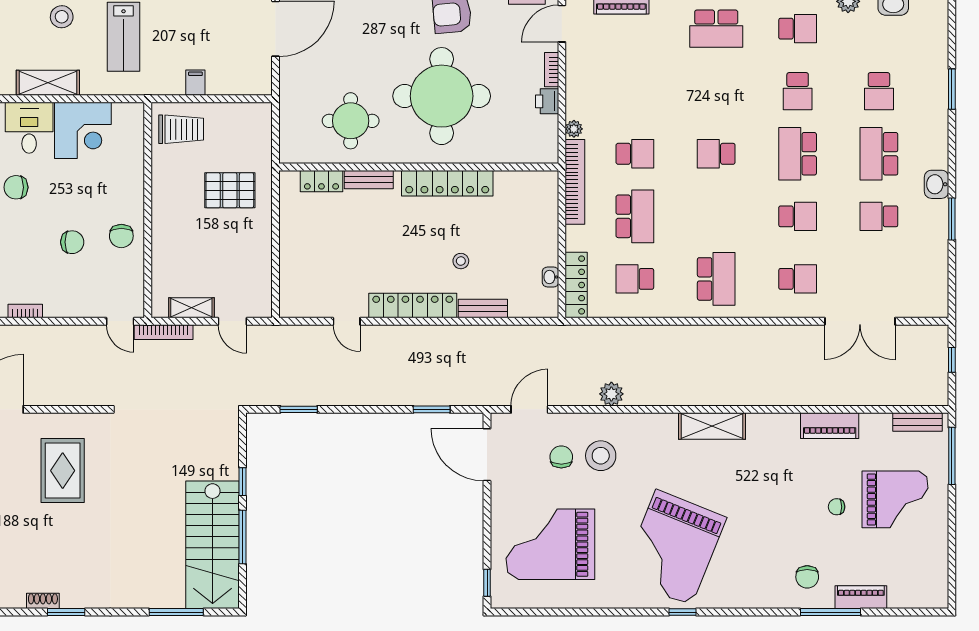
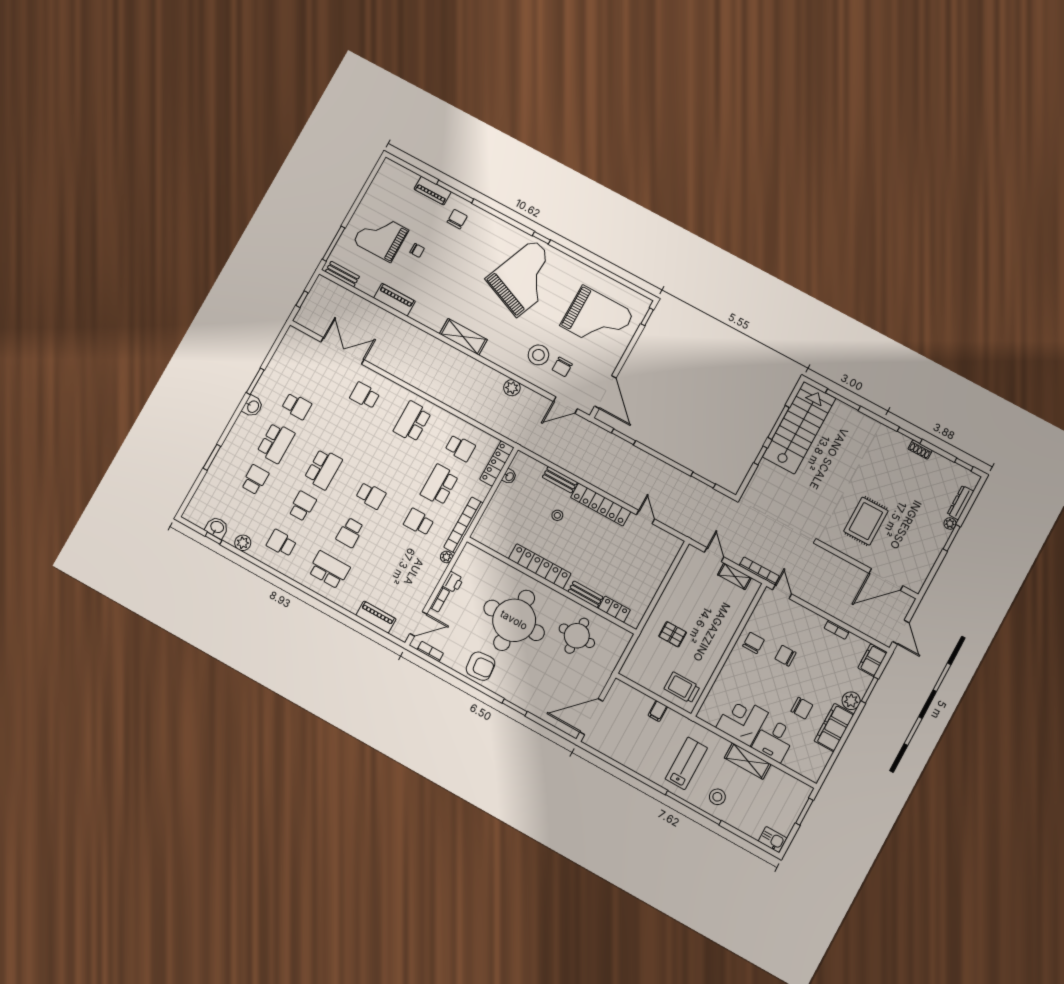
pallet: (230, 190) -> (673, 634), width x0.67, depth x0.71
school desk: (798, 216) -> (350, 533), moved, turned -90

